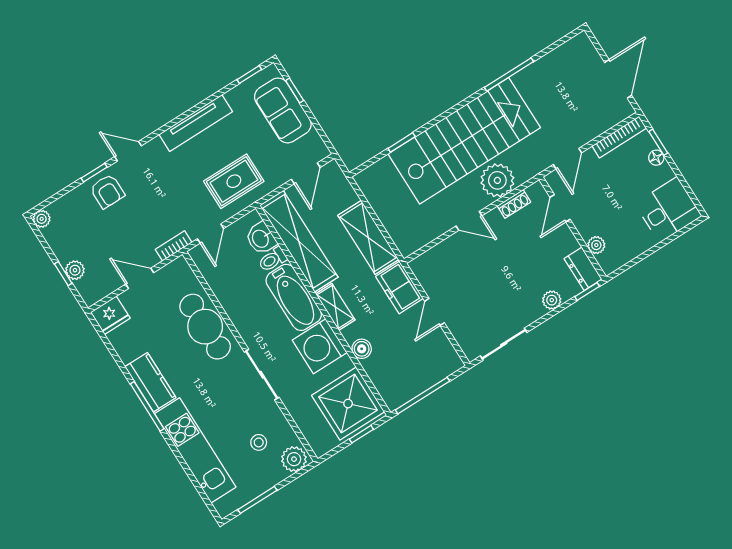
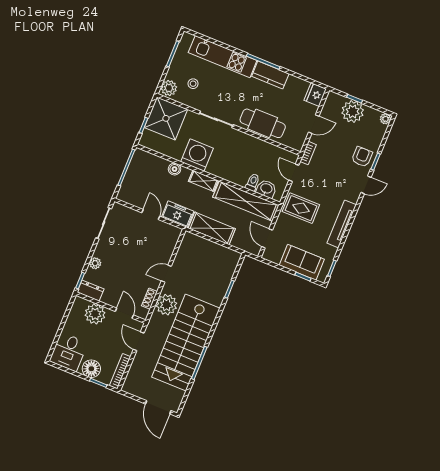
door: (618, 79) -> (158, 407), moved
stairs: (464, 141) -> (186, 343), moved
floor lamp: (656, 158) -> (91, 369), width x1.89, depth x1.89
rug: (234, 181) -> (301, 208), turned 90
armchair: (107, 191) -> (362, 157), turned 90
plant: (596, 245) -> (95, 314), width x1.88, depth x1.88
plant: (75, 270) -> (353, 112), width x1.88, depth x1.88
bathtub: (294, 297) -> (228, 171), removed
shower: (348, 404) -> (166, 118), moved

